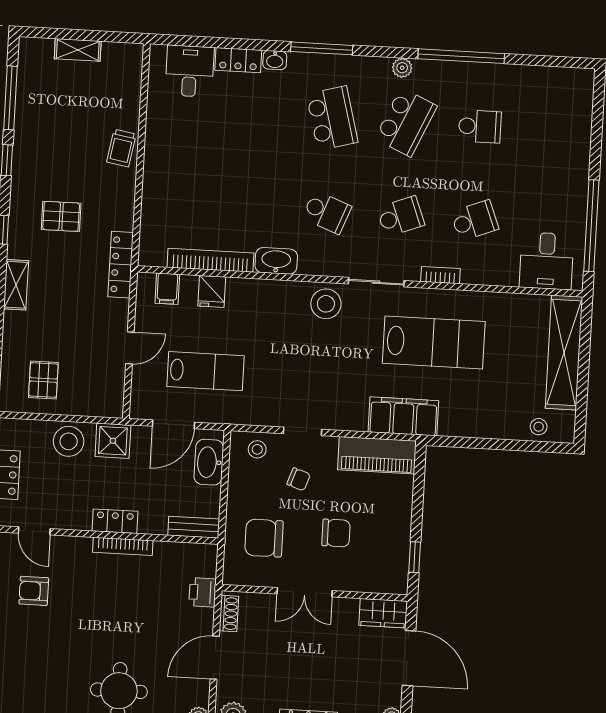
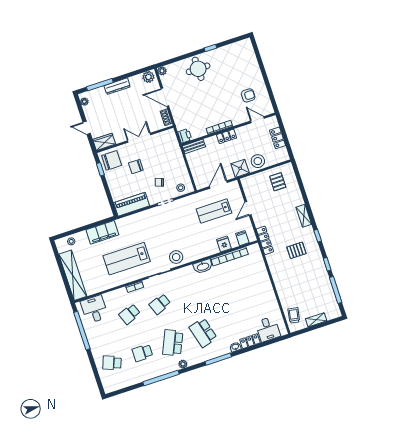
trolley: (121, 148) -> (294, 315), moved
school desk: (327, 212) -> (112, 363), moved
filing cabinet: (403, 416) -> (102, 232), moved
washbasin: (209, 462) -> (198, 175), removed
chair: (264, 538) -> (112, 160), moved
printer: (203, 592) -> (185, 136), moved
door: (215, 658) -> (165, 97), swing flipped
door: (409, 658) -> (87, 128), width x0.53

